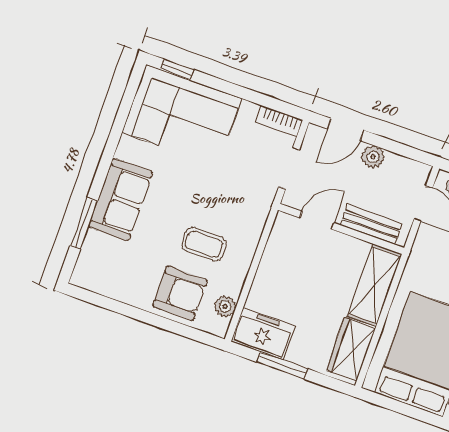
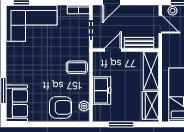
plant: (373, 157) -> (129, 11), removed
sofa: (121, 199) -> (17, 103), moved
coffee table: (204, 244) -> (77, 67), moved
freezer: (263, 334) -> (102, 91), moved, turned 90

